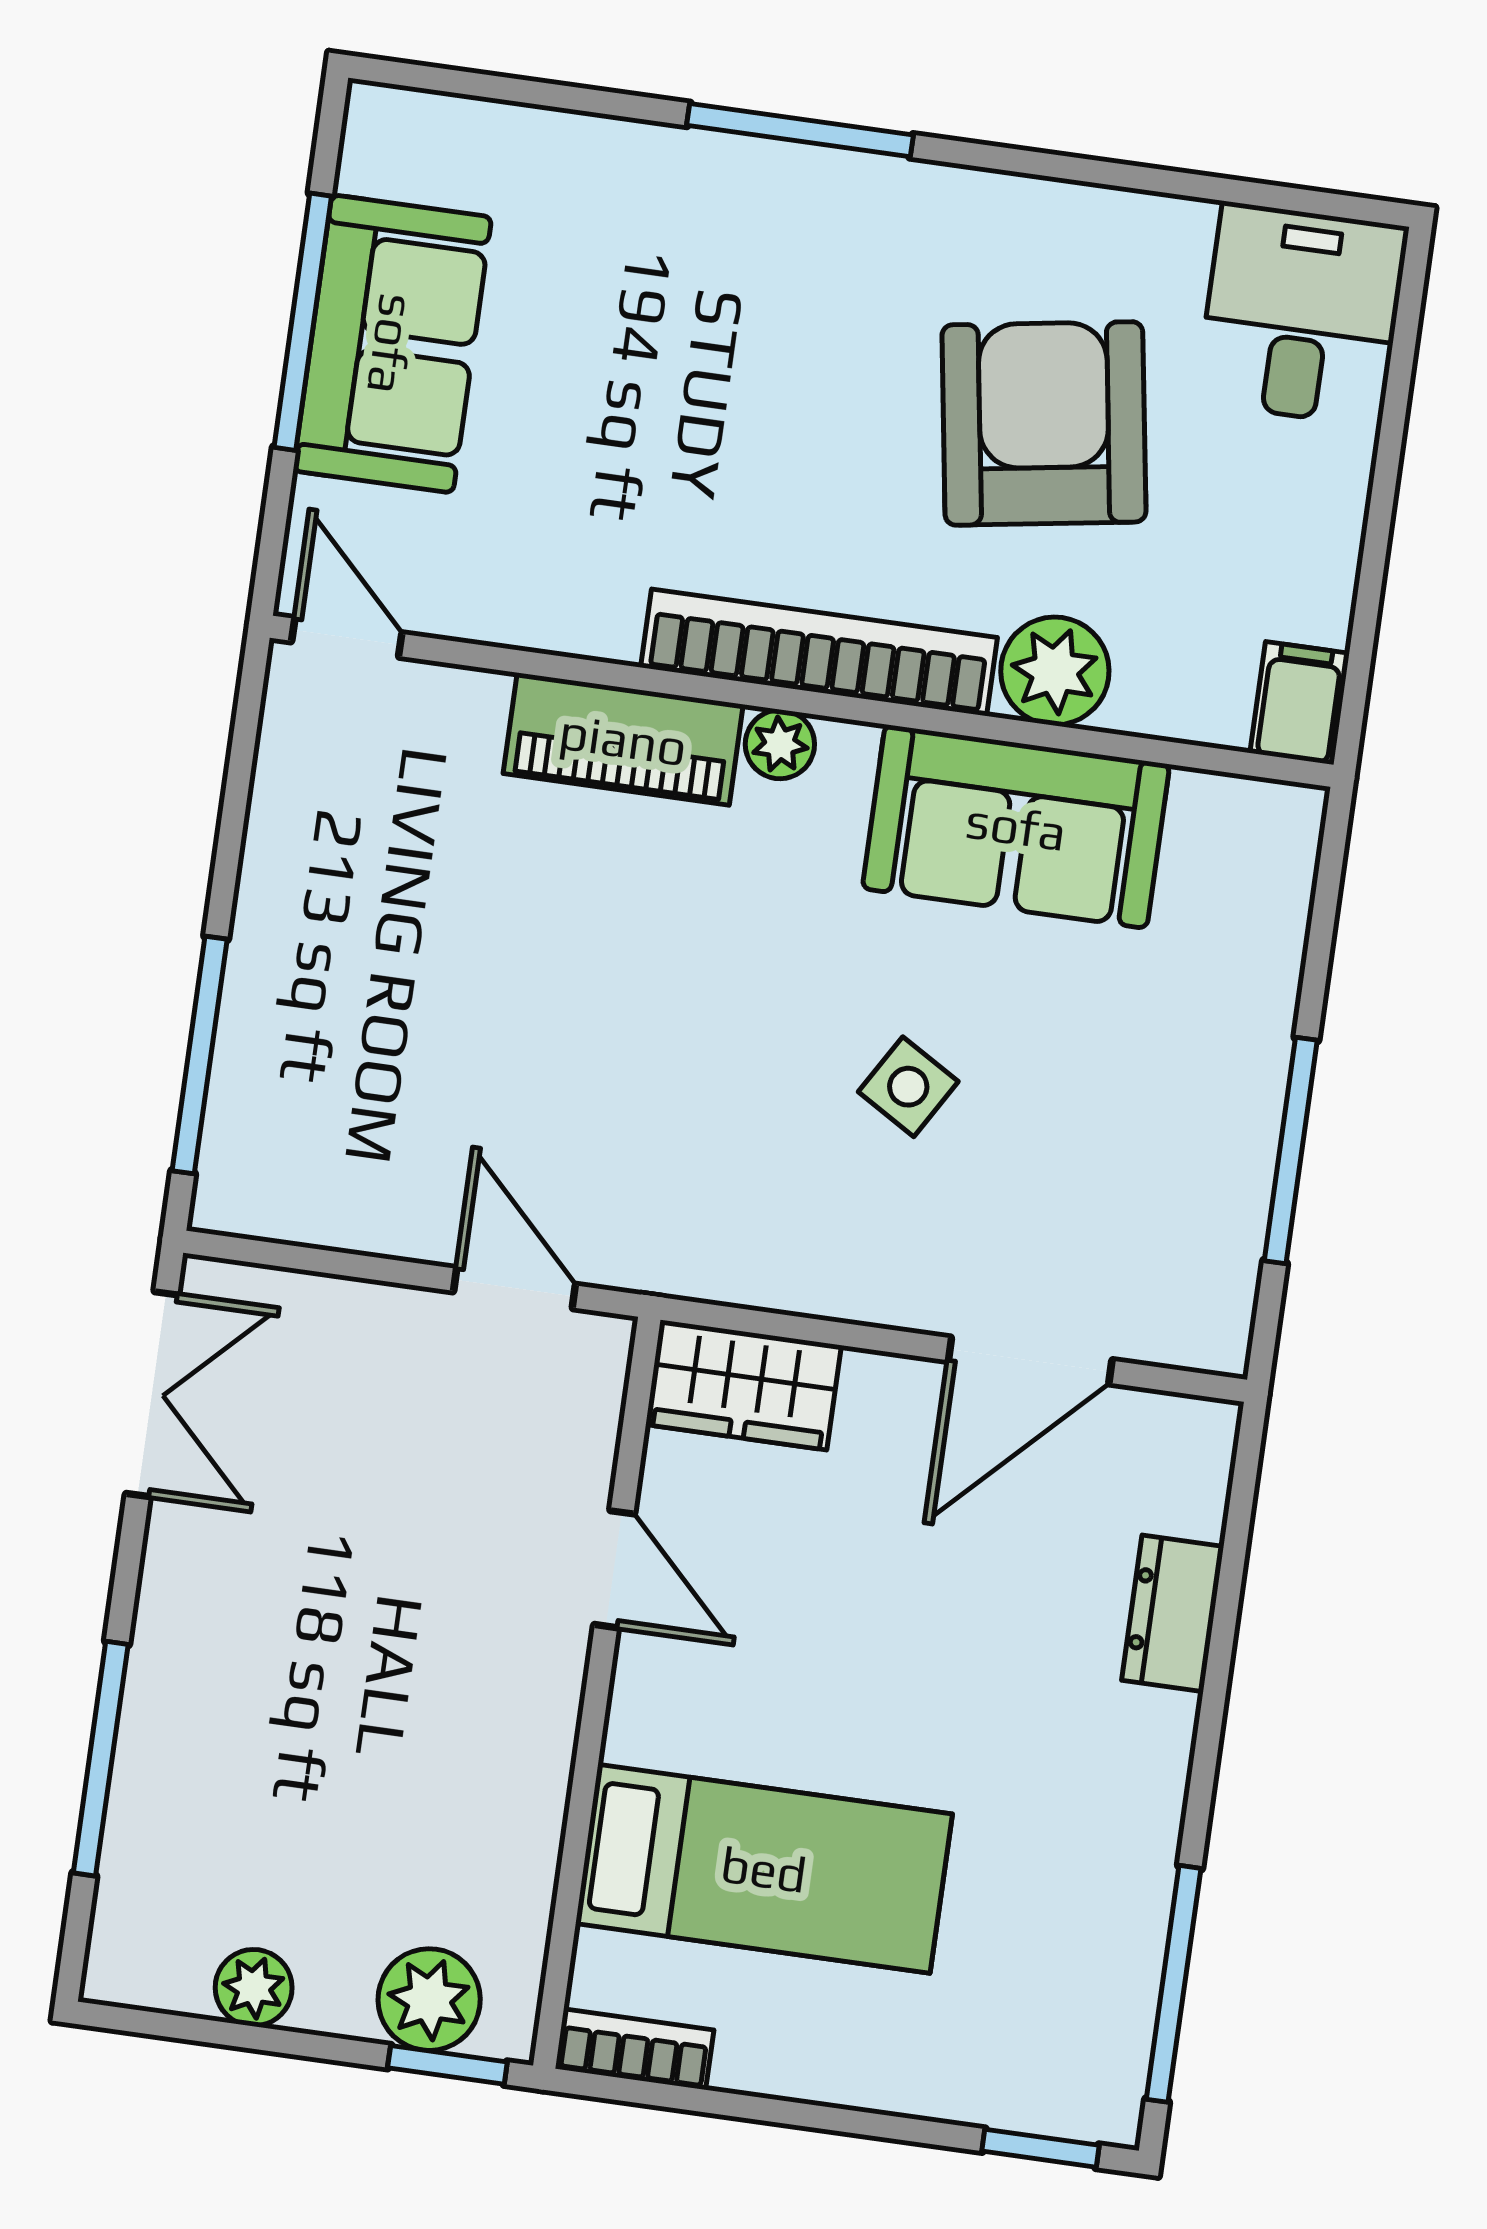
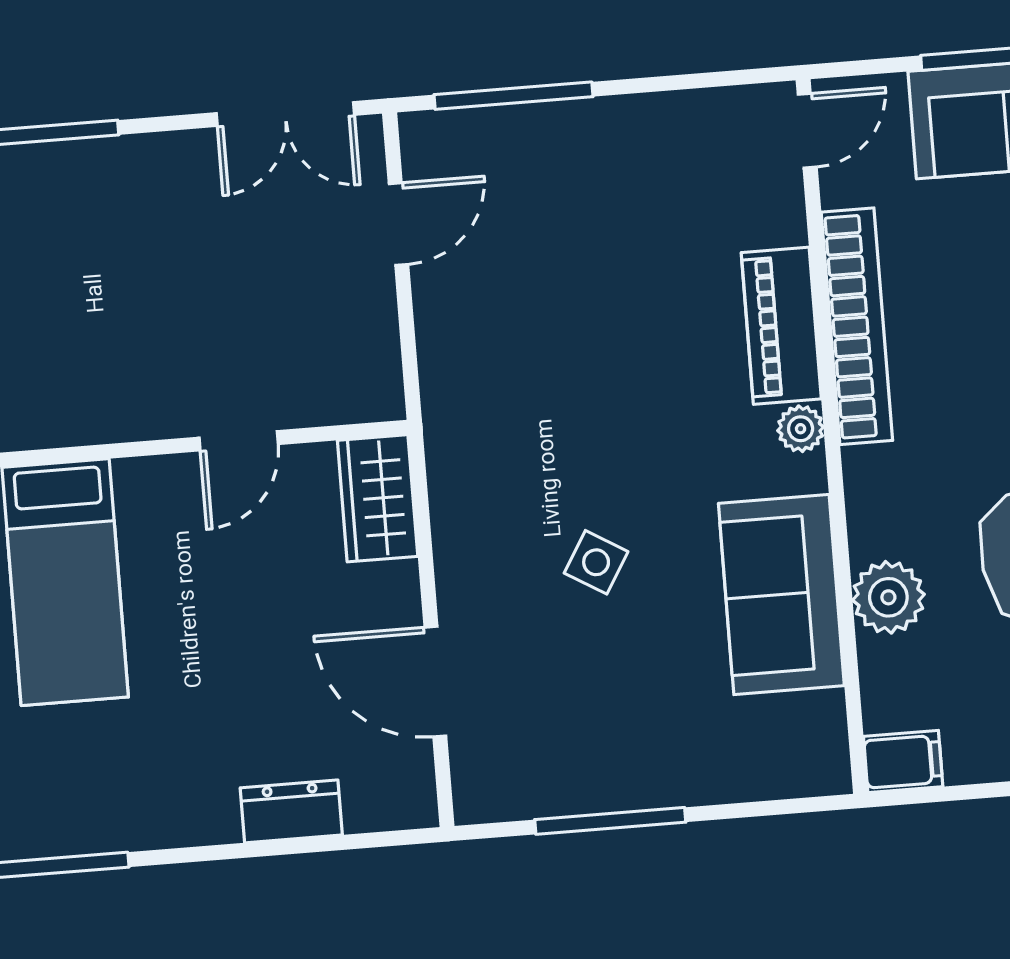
bookcase: (819, 652) -> (857, 326), moved
door: (514, 1288) -> (399, 224), moved

